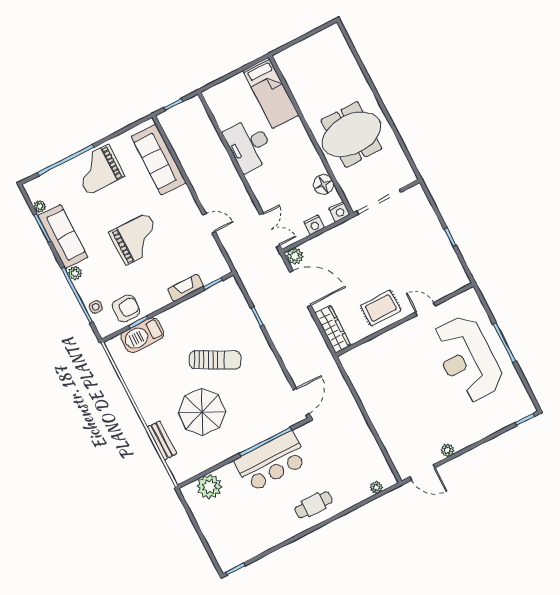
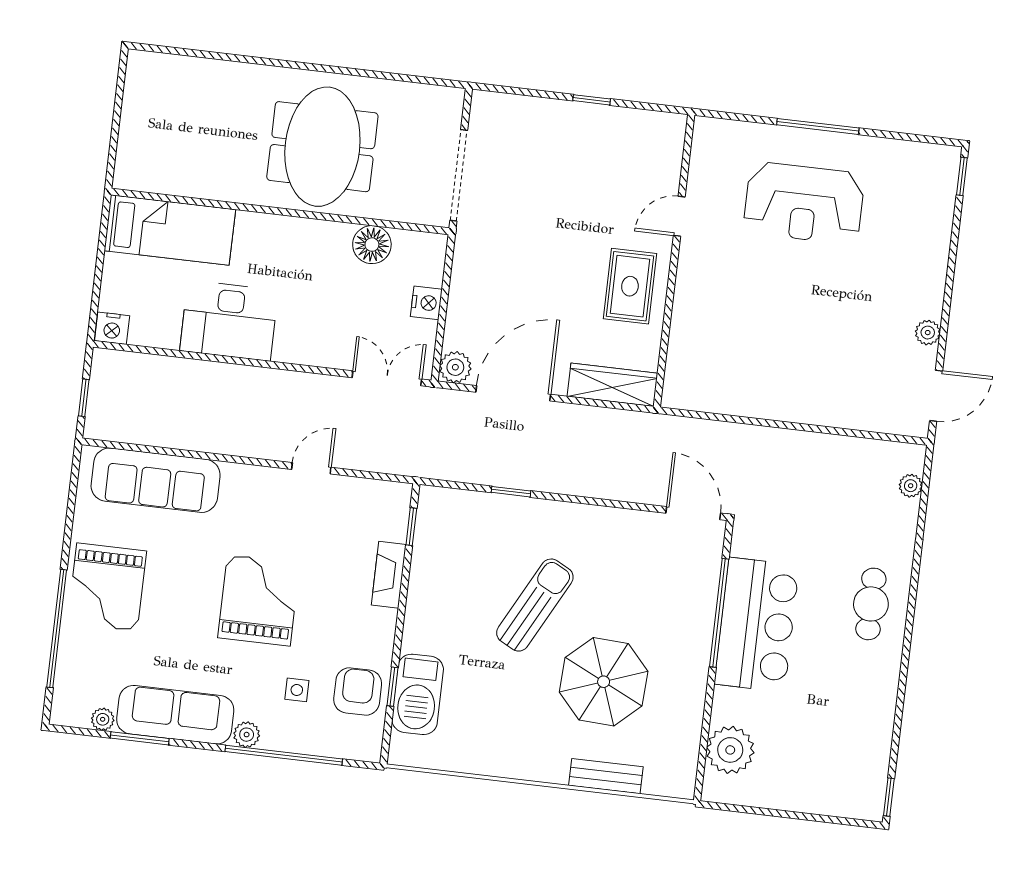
nightstand: (339, 212) -> (112, 328), moved, turned 90
side table: (96, 307) -> (297, 690), moved
reception desk: (467, 359) -> (804, 203), width x0.74, depth x0.77

